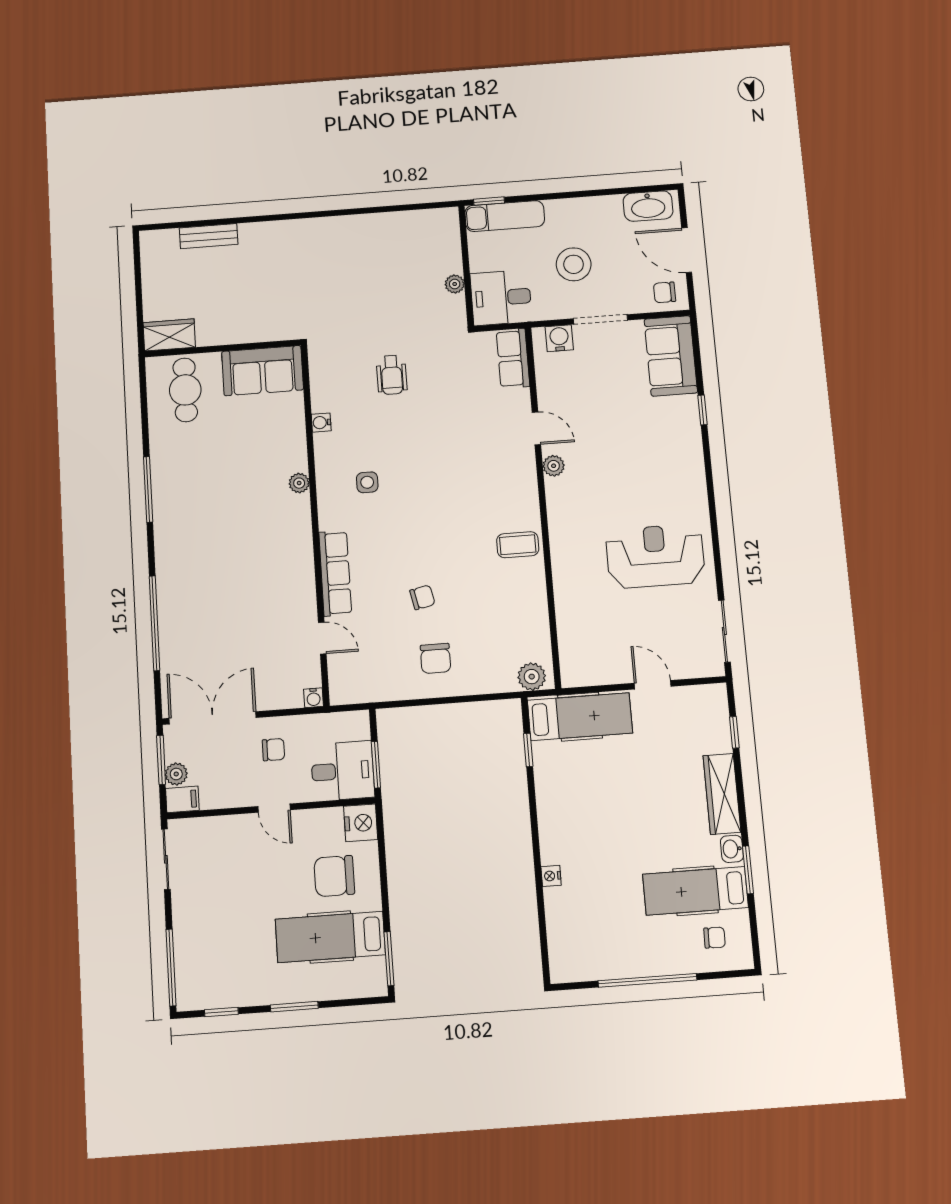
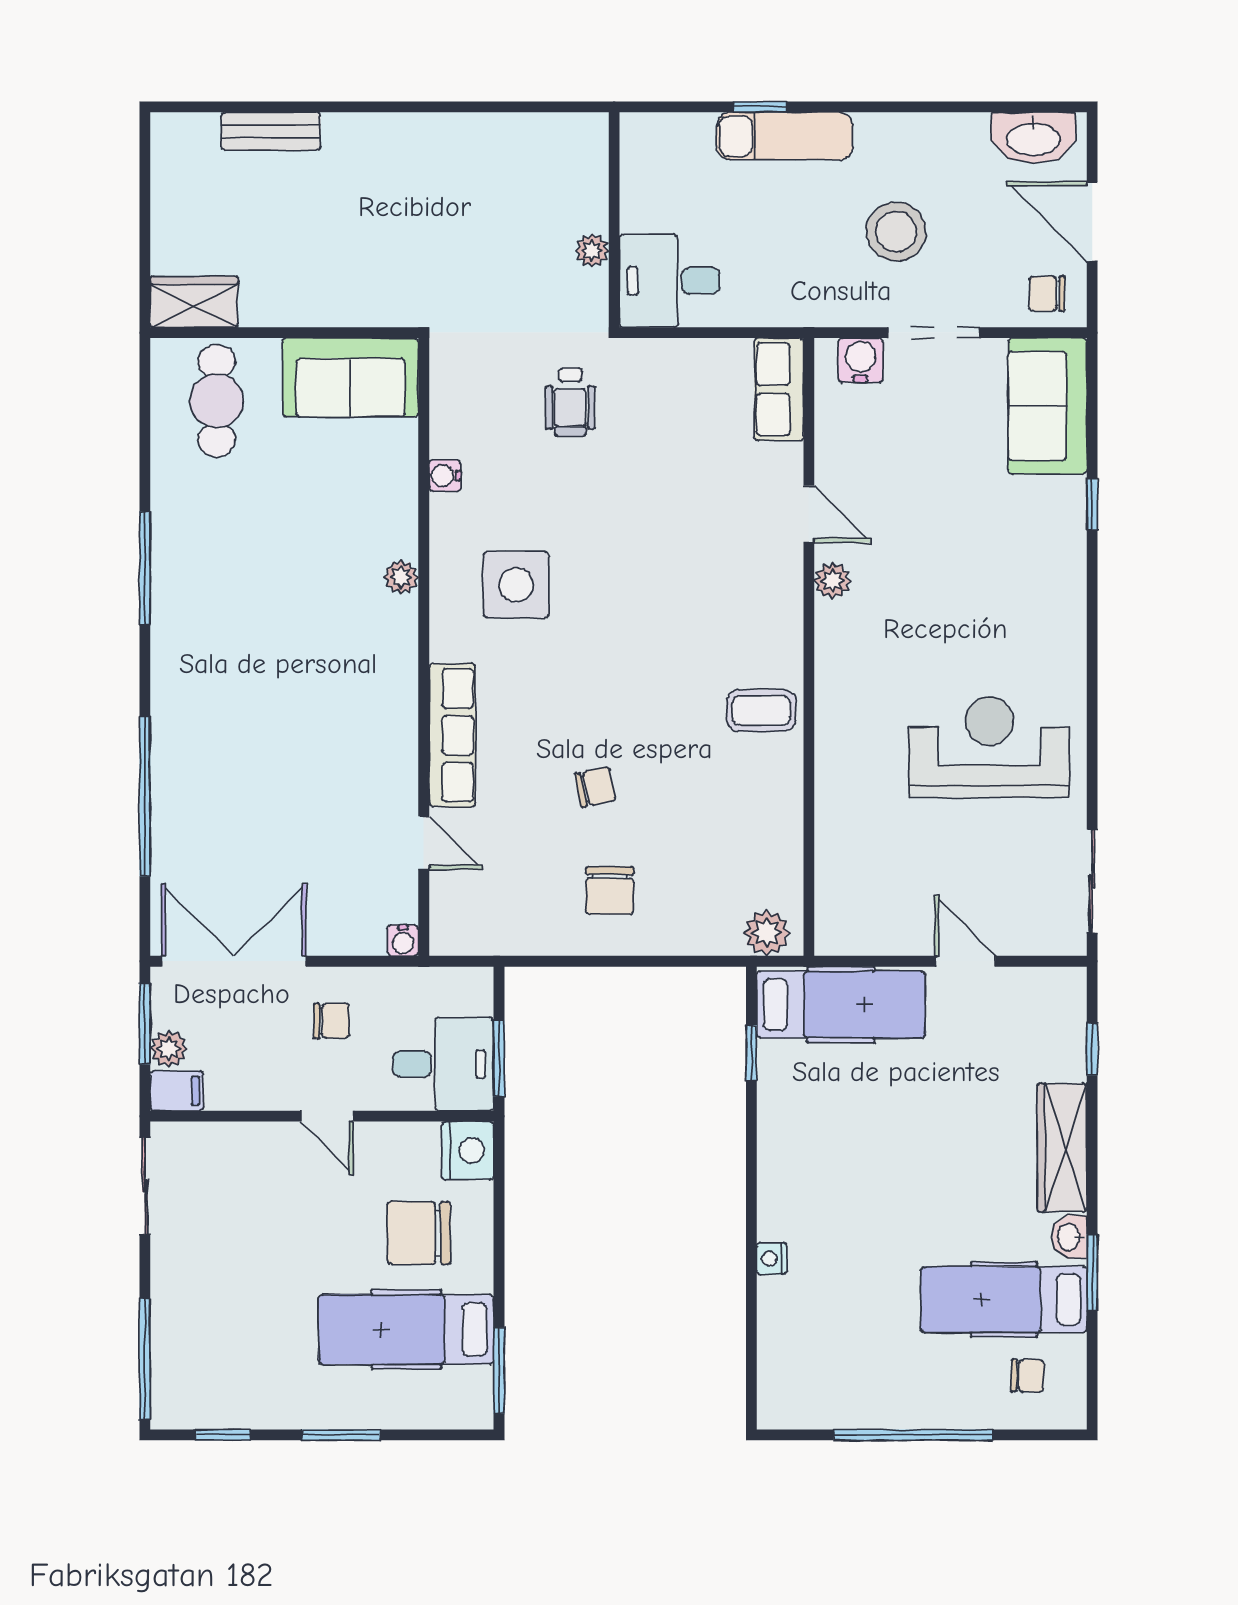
wall: (466, 266) -> (614, 220), moved
plant: (455, 284) -> (592, 250), moved
desk: (501, 298) -> (670, 281), moved
side table: (367, 482) -> (516, 585), width x1.87, depth x1.87

